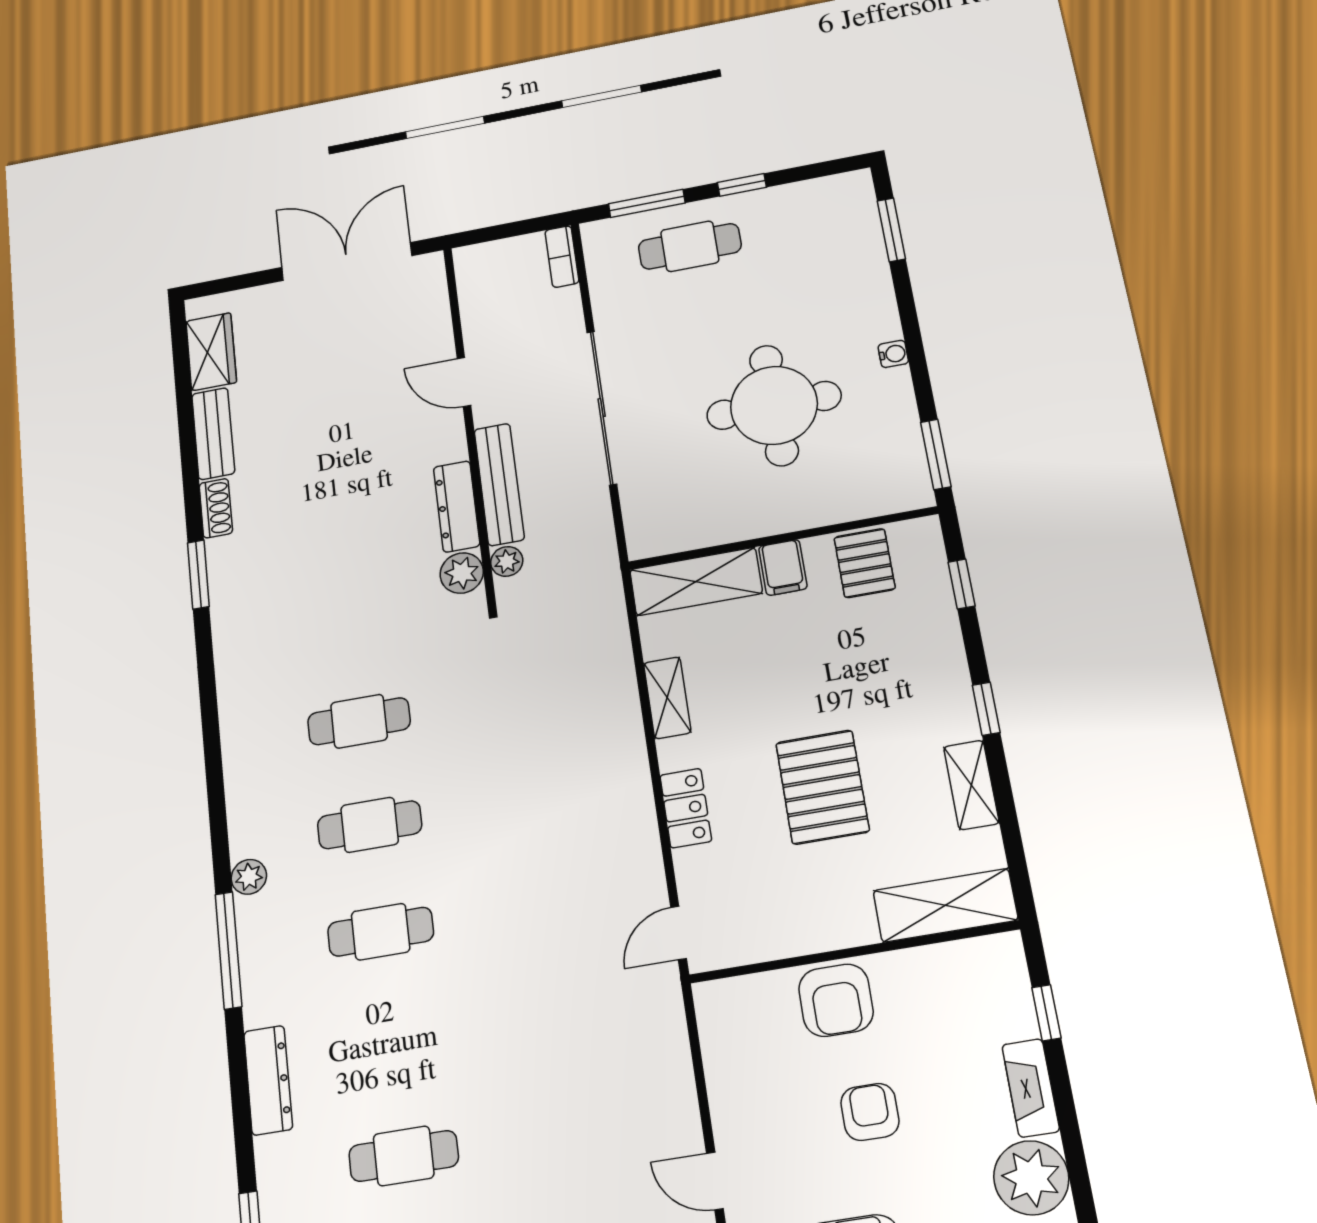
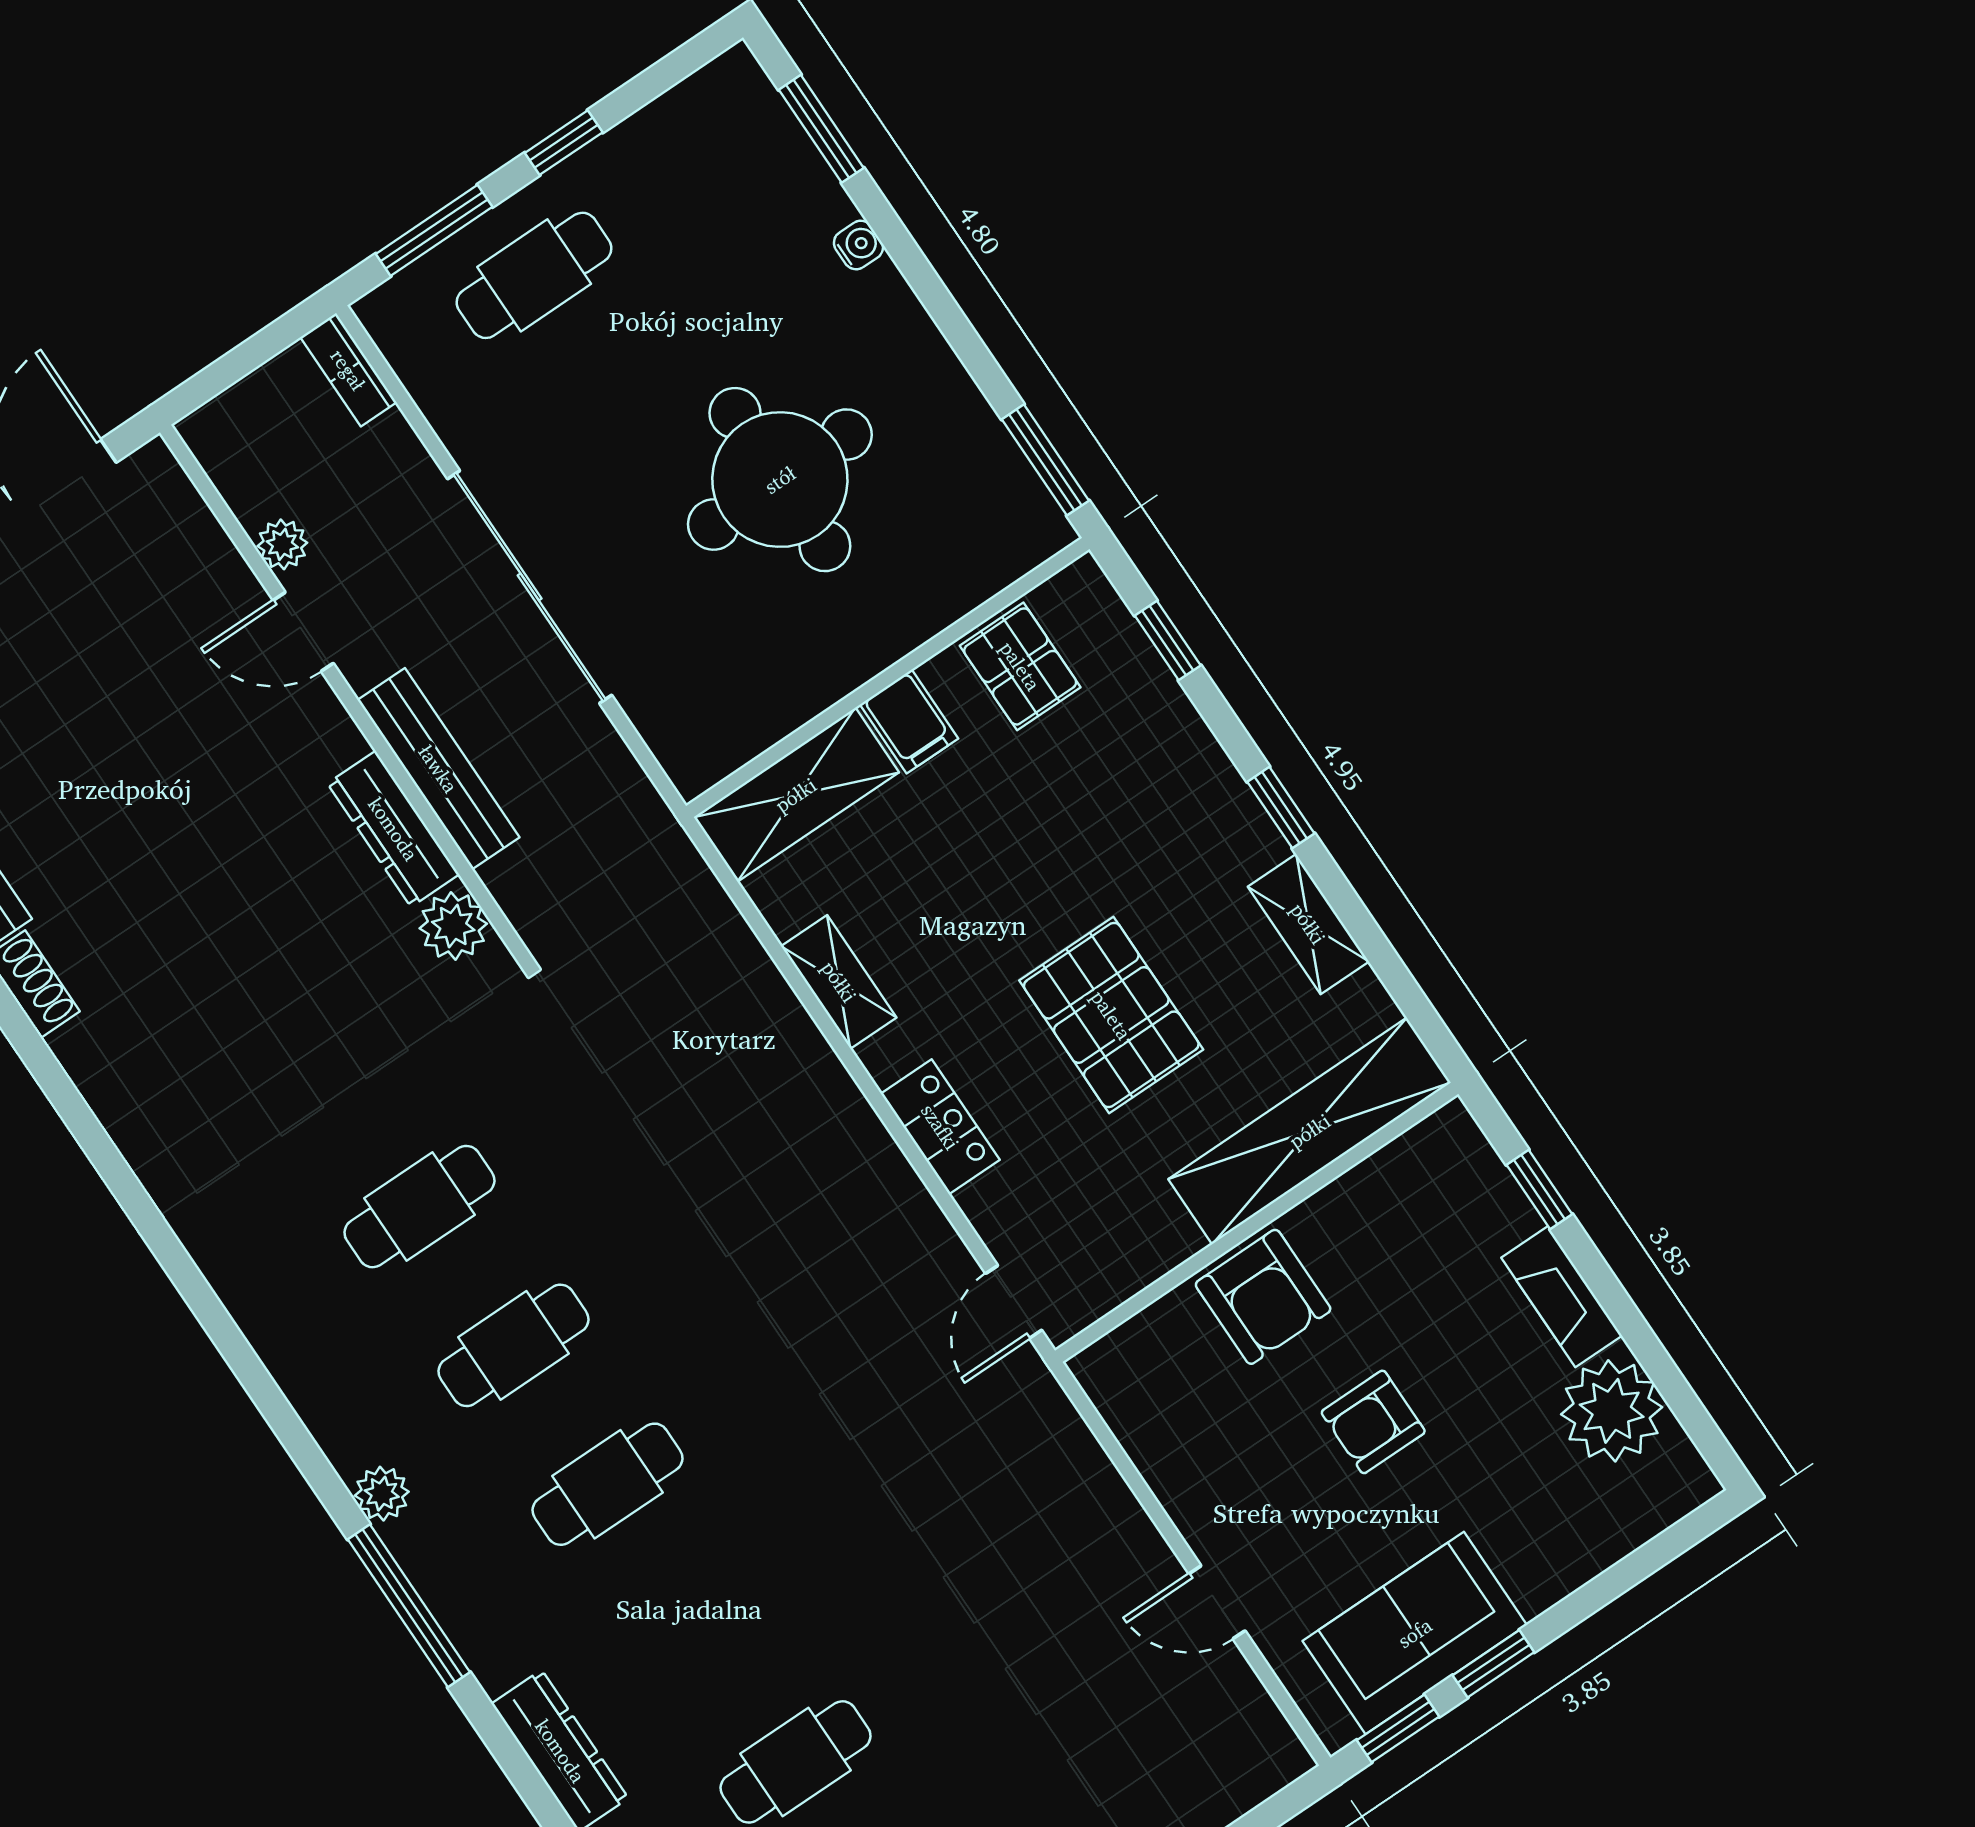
water cooler: (893, 354) -> (858, 245), moved
plant: (507, 561) -> (282, 544), moved
window: (198, 575) -> (63, 1095), removed
shelving: (945, 905) -> (1310, 1131), width x1.47
armchair: (870, 1112) -> (1373, 1422), turned -90

